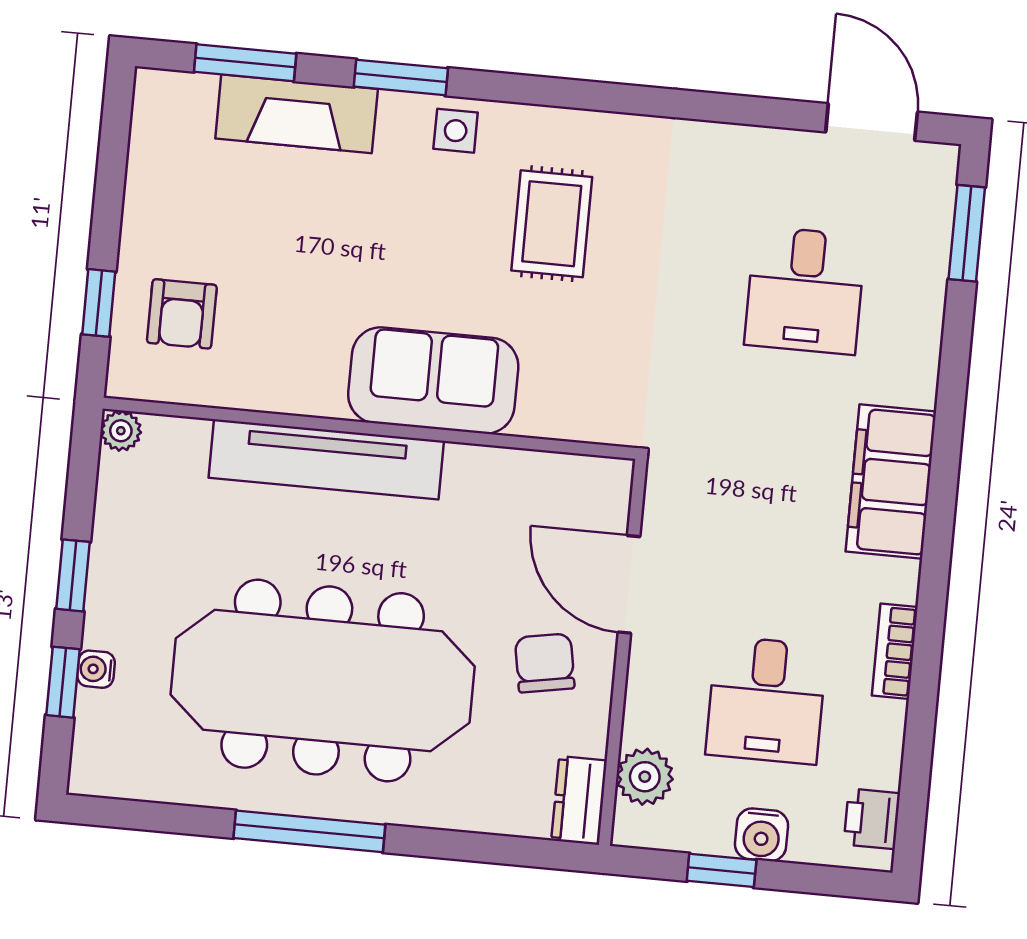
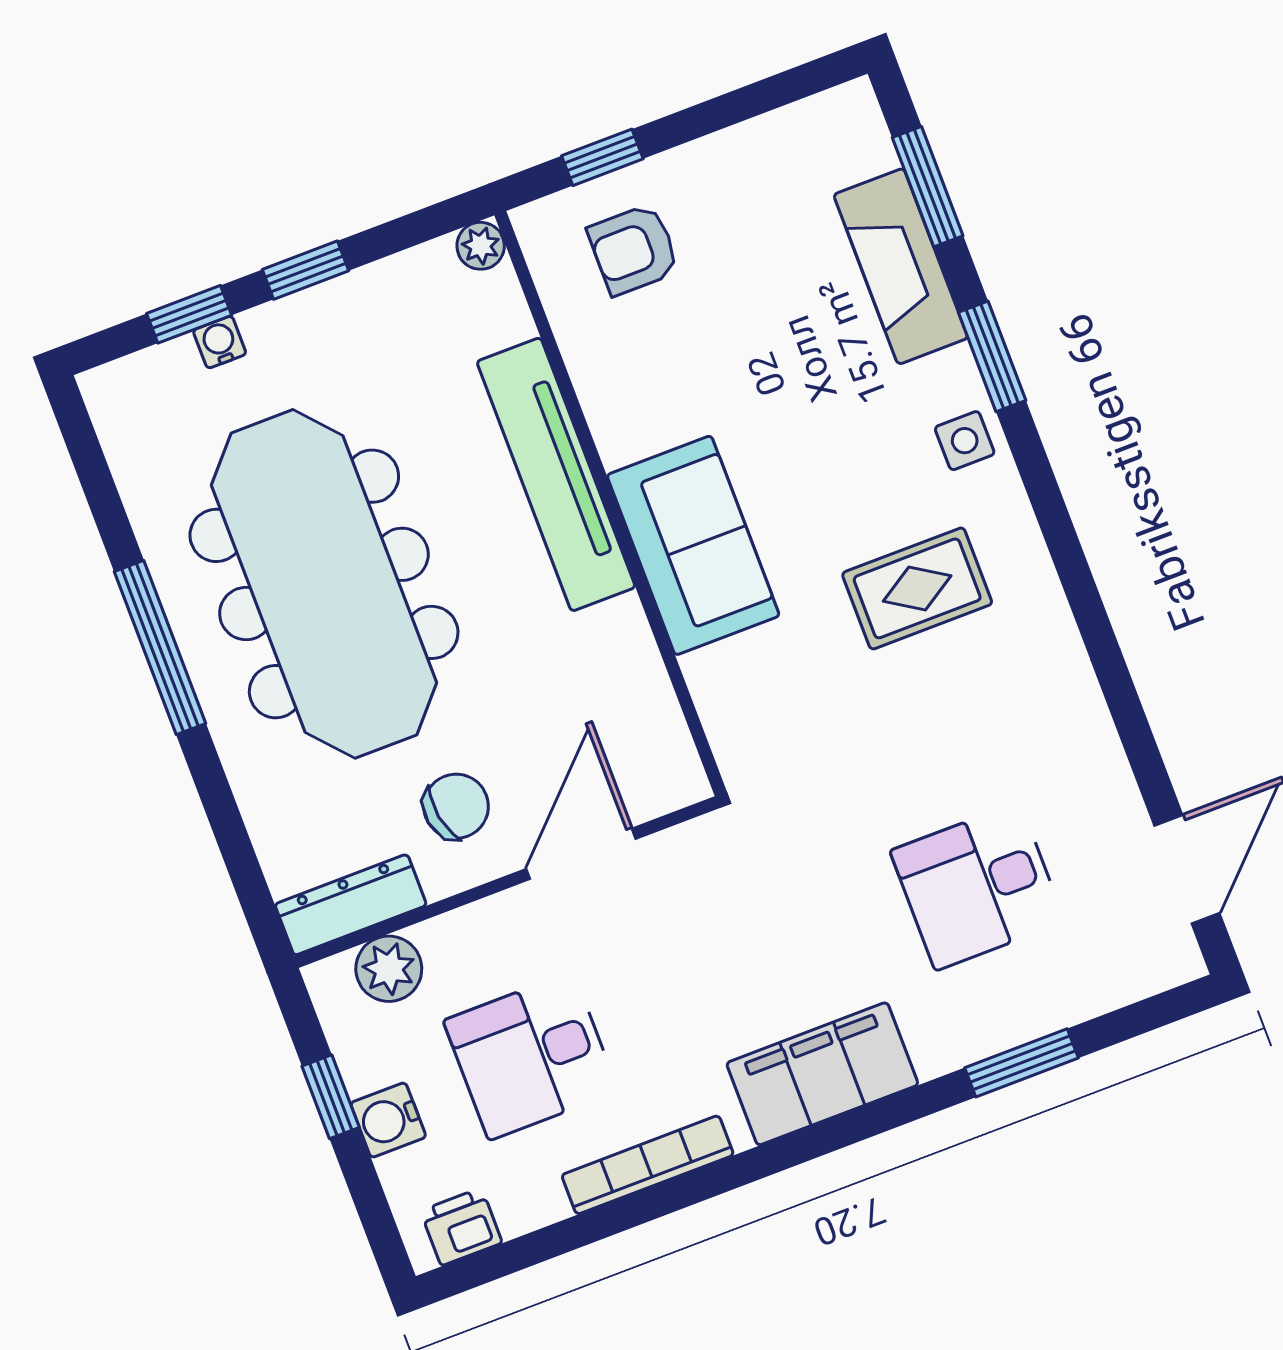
window: (967, 233) -> (1021, 1063), moved
bookcase: (895, 651) -> (648, 1165), width x1.56
dresser: (579, 800) -> (351, 905), width x1.44

